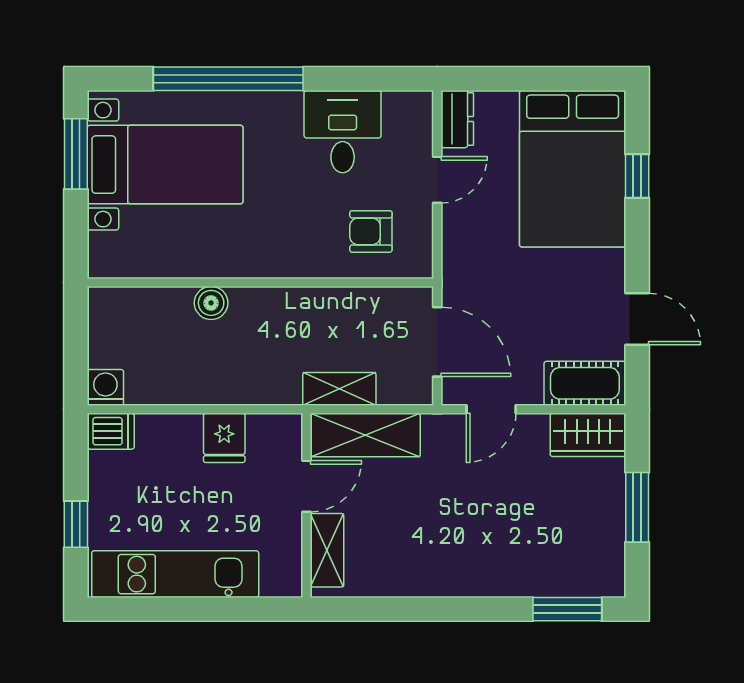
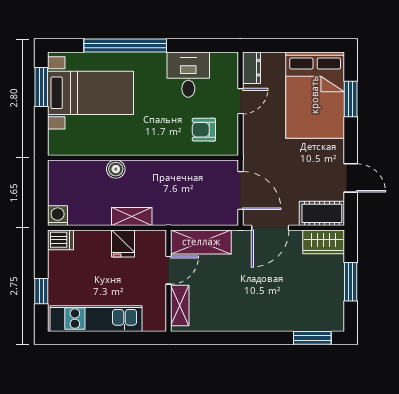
window: (637, 176) -> (351, 99), width x1.50
shelving: (339, 389) -> (132, 217), moved
door: (491, 409) -> (270, 228), width x1.38

